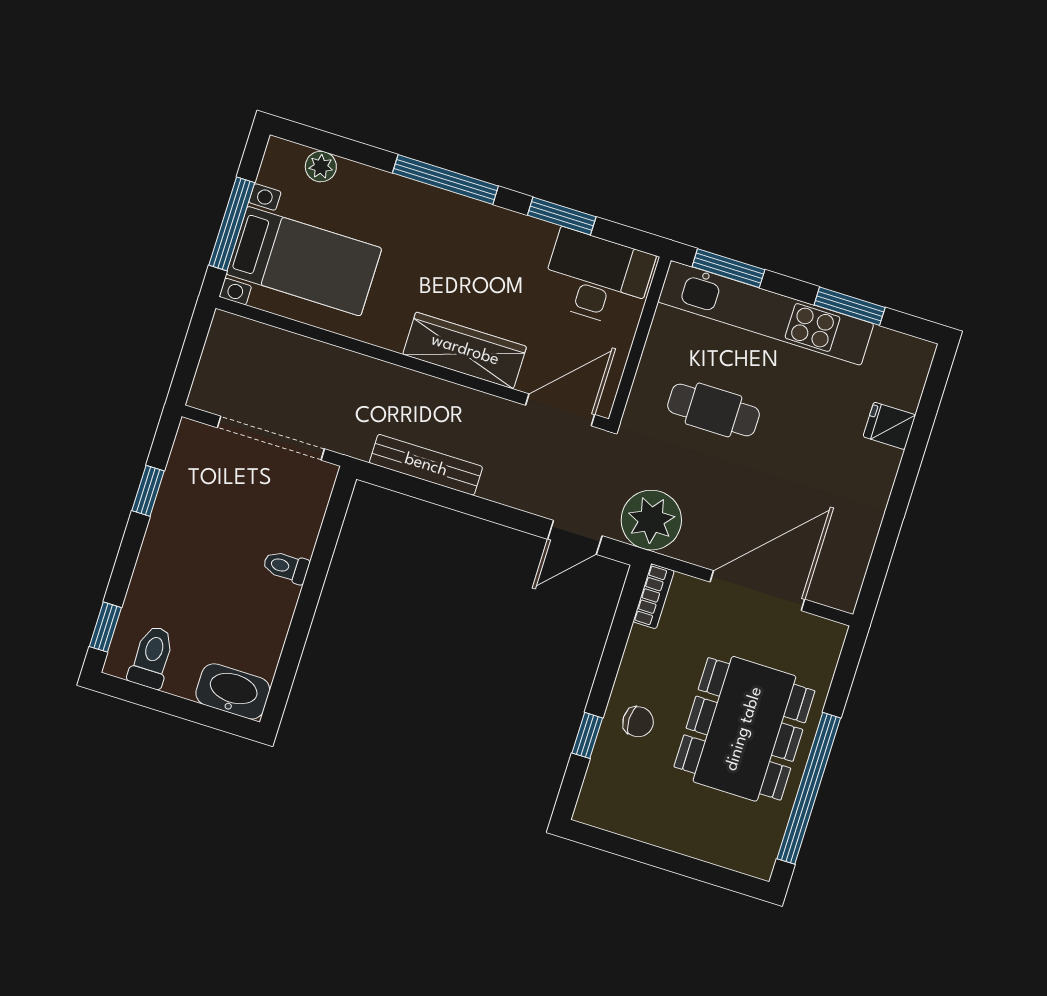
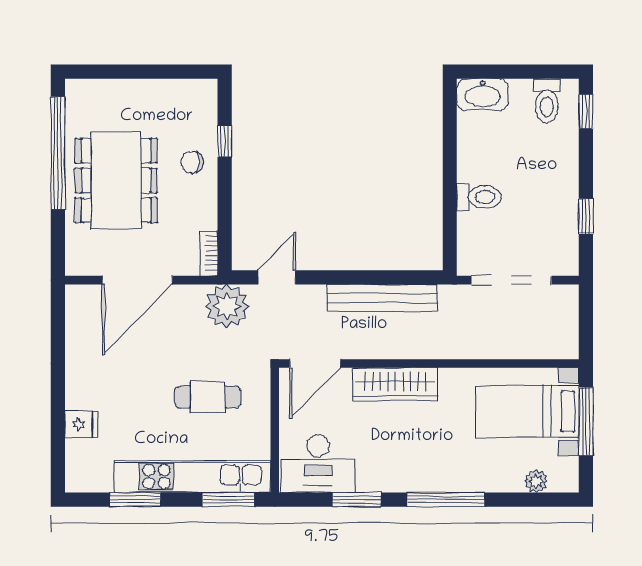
bench: (426, 465) -> (382, 298), width x1.37, depth x1.21
toilet: (286, 567) -> (479, 197), width x1.37, depth x1.39

